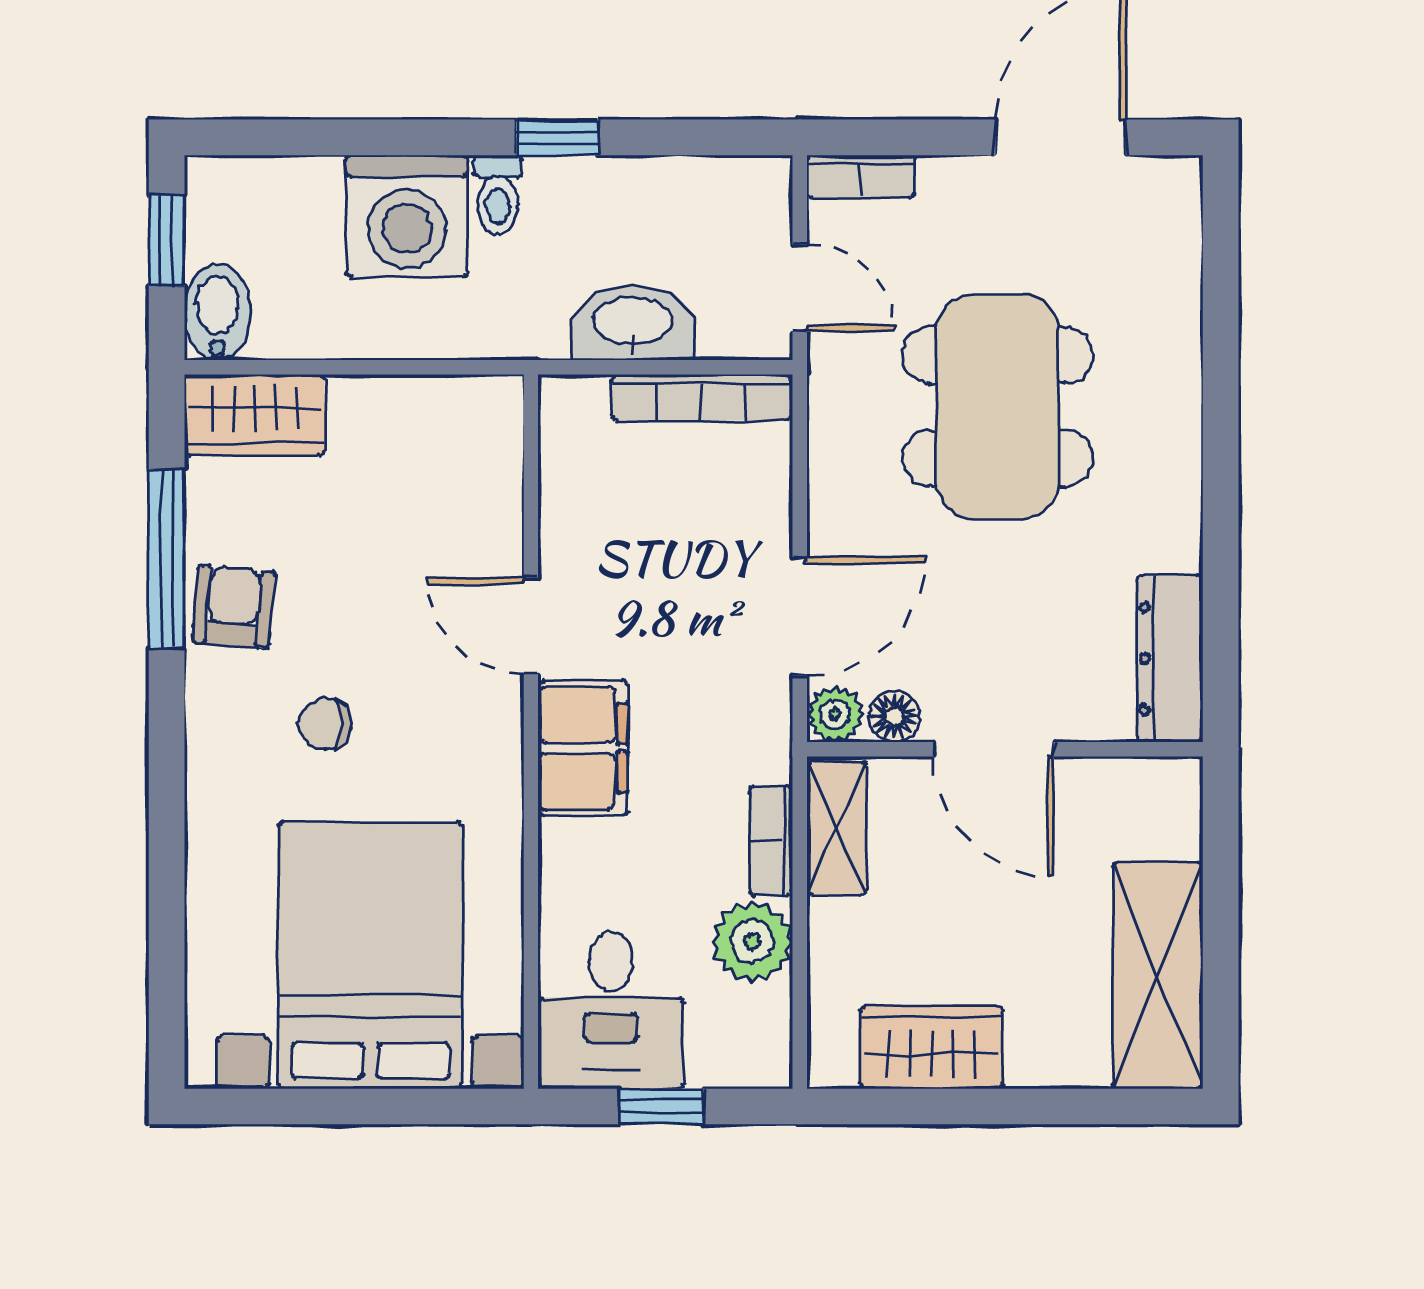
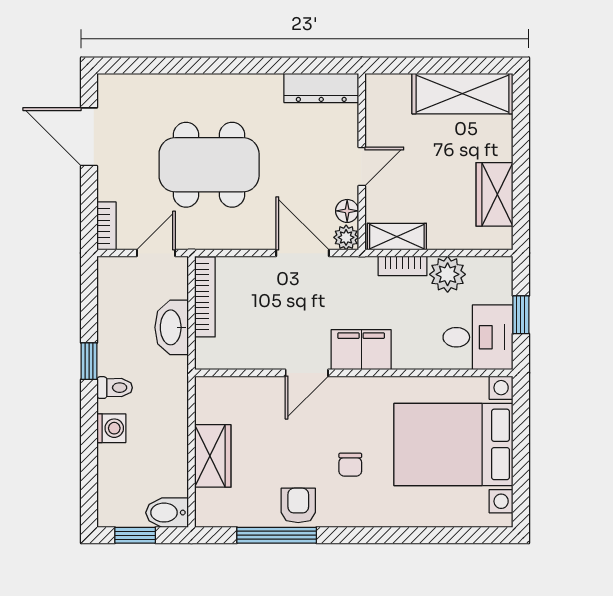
washing machine: (407, 216) -> (111, 428), width x0.53, depth x0.53
wardrobe: (254, 415) -> (213, 456), moved
armchair: (233, 607) -> (298, 505), turned 85
door: (994, 749) -> (362, 167), width x0.73

